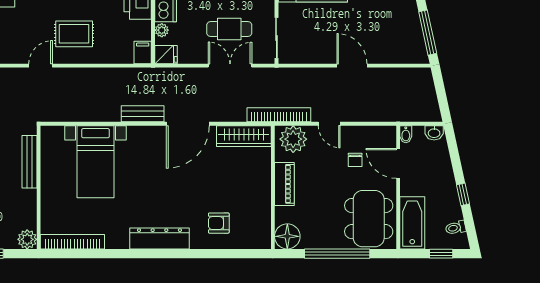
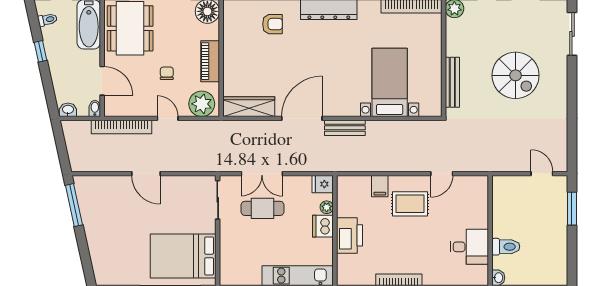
filing cabinet: (143, 53) -> (380, 186), moved
bookcase: (279, 115) -> (122, 127), moved
chair: (355, 160) -> (167, 73), moved

